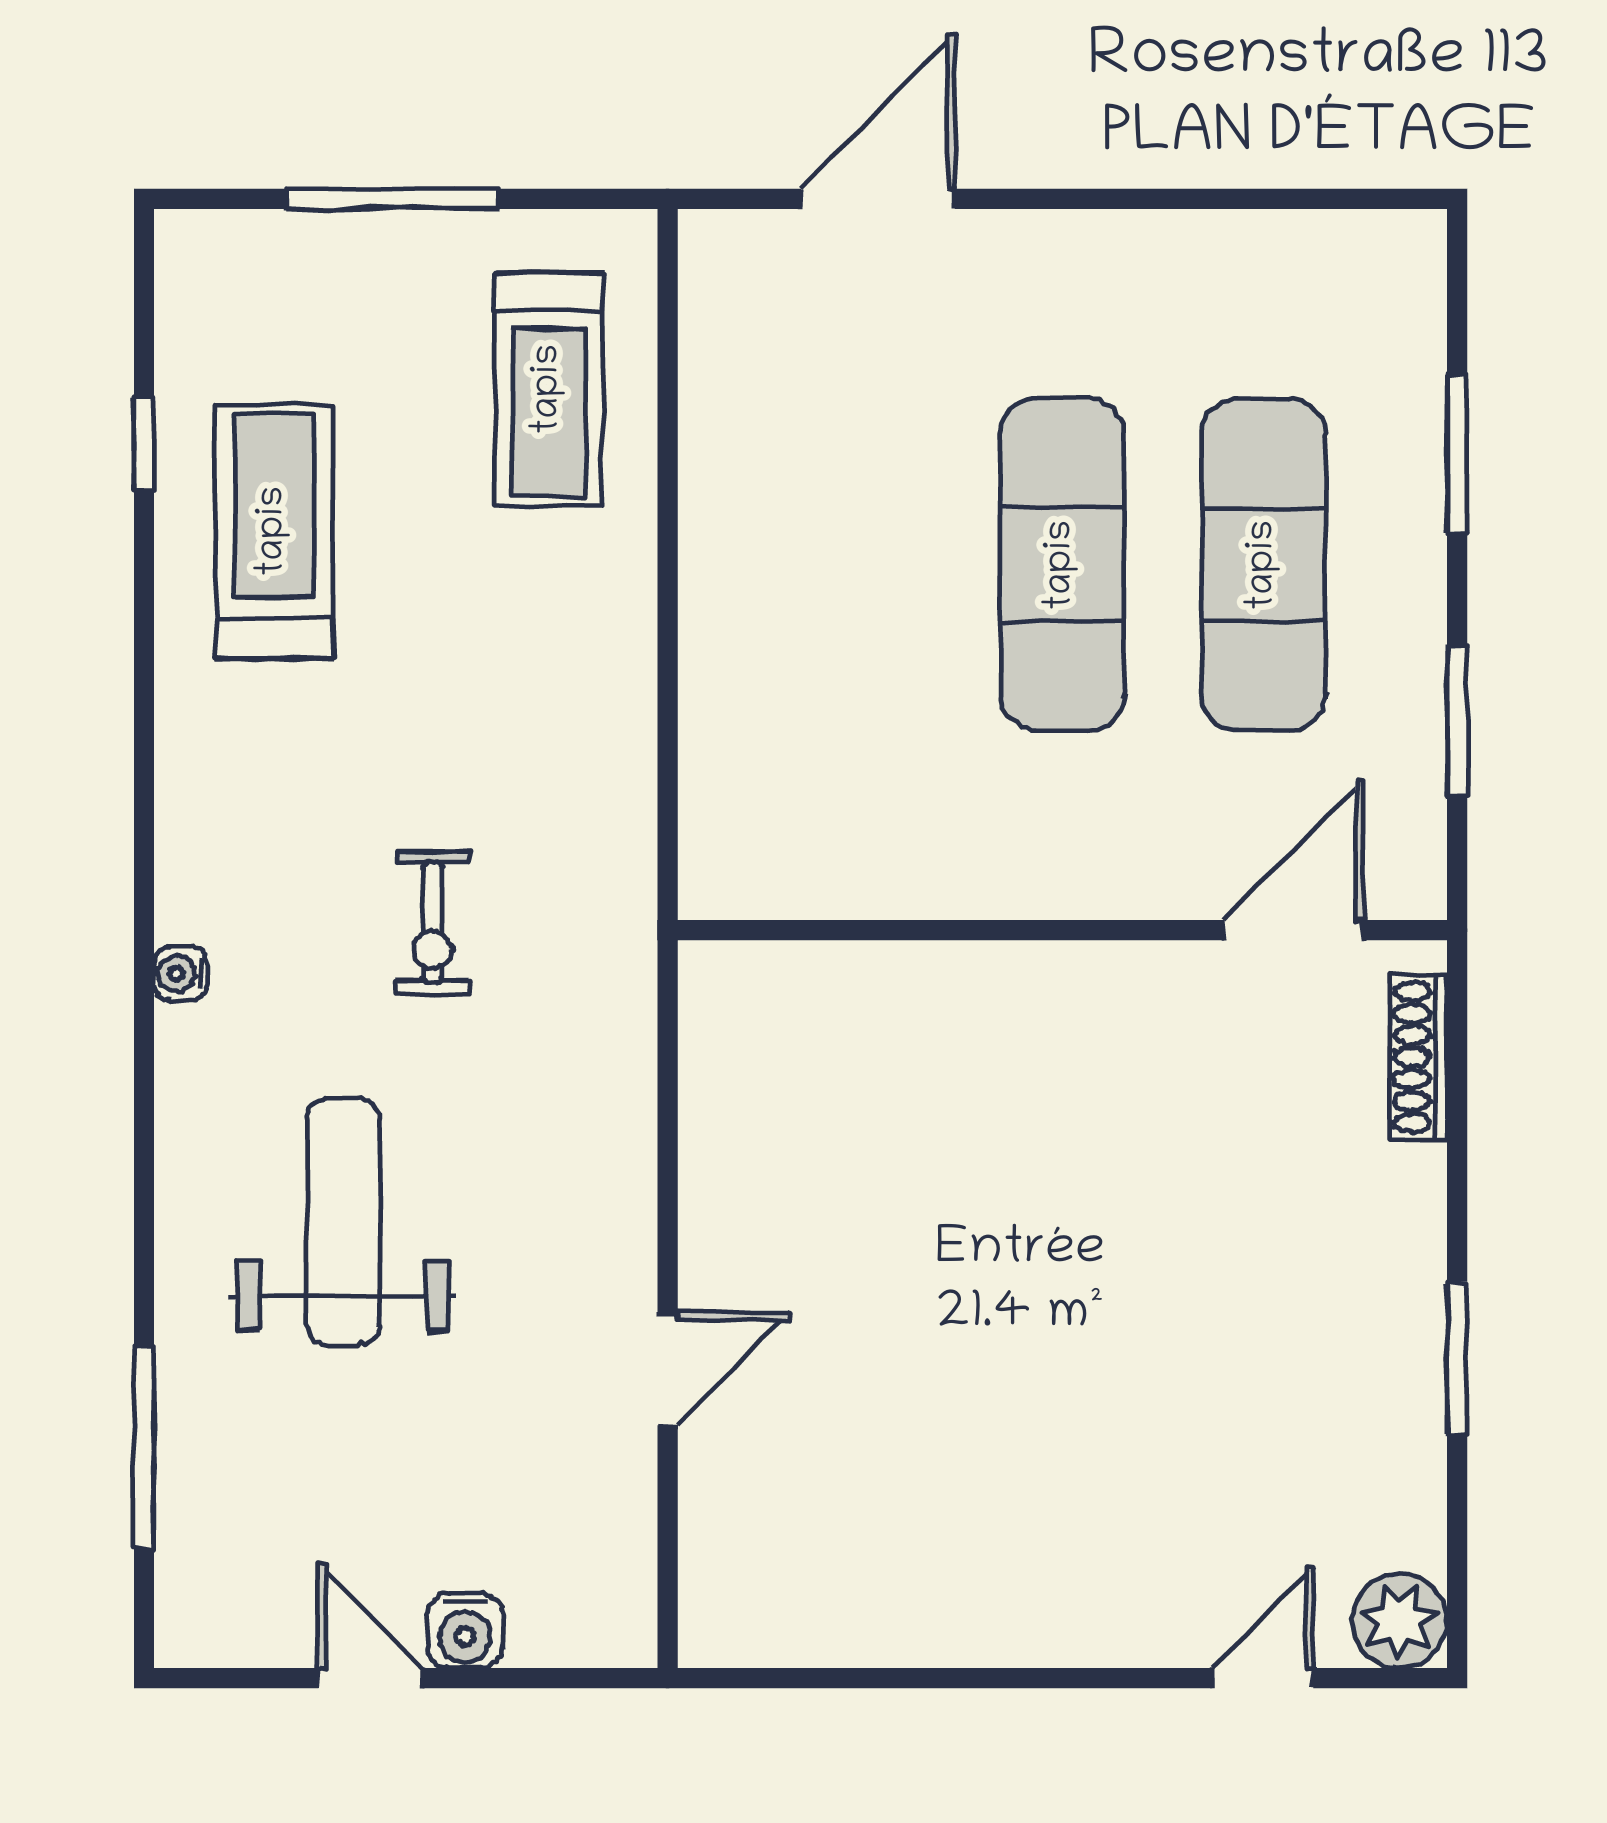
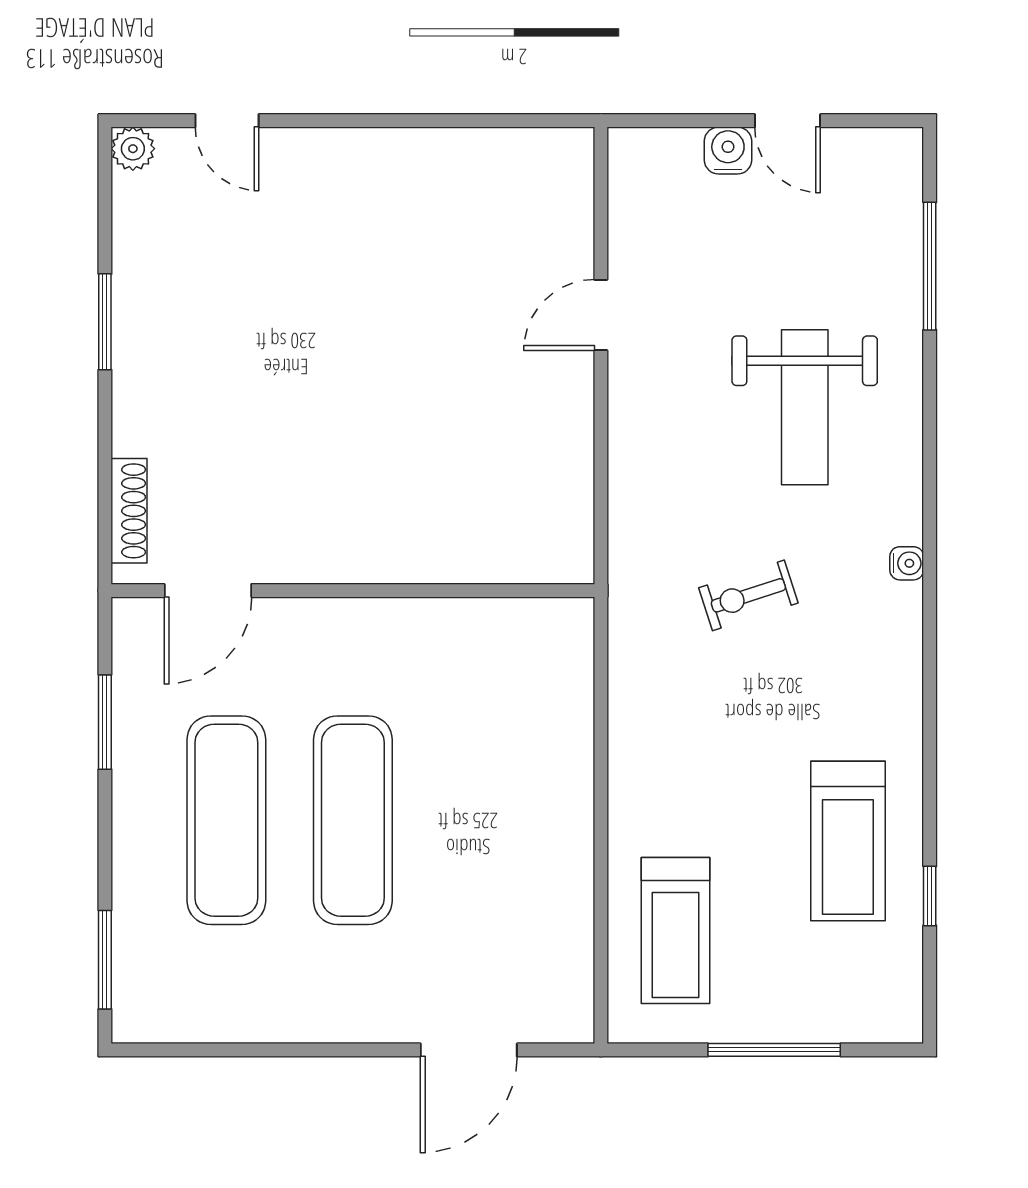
treadmill: (549, 389) -> (676, 930), turned 180
window: (1457, 454) -> (105, 960), moved
exercise bike: (433, 923) -> (748, 595), turned -108
plant: (1400, 1621) -> (133, 149), width x0.73, depth x0.73
door: (1263, 1678) -> (227, 121), hinge flipped

